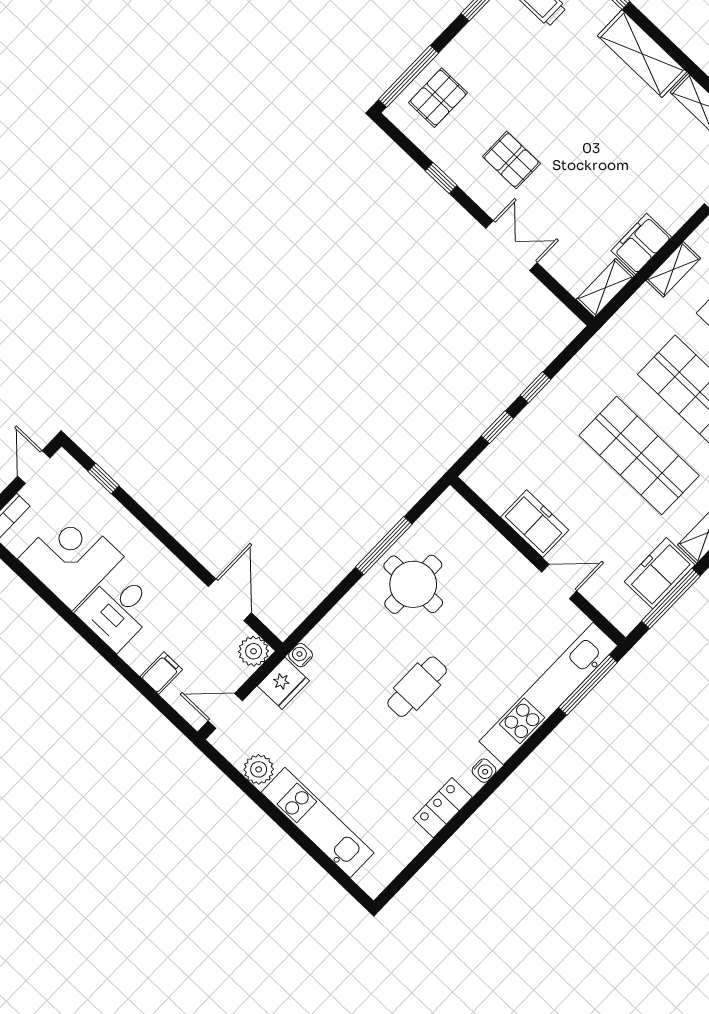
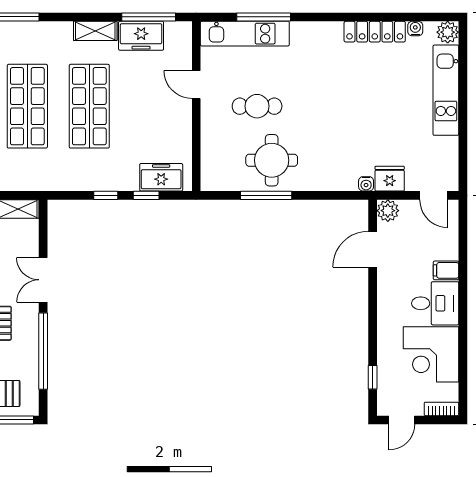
window: (441, 178) -> (43, 351), width x3.17
freezer: (535, 524) -> (161, 177), moved, turned 90
filing cabinet: (161, 673) -> (446, 270), moved
window: (588, 685) -> (264, 17), moved
cafe table: (417, 687) -> (257, 106), moved
kitchen unit: (548, 693) -> (245, 34), width x0.73
plant: (259, 769) -> (448, 32), moved
water cooler: (484, 771) -> (415, 29), moved
locker: (443, 808) -> (375, 32), width x1.53

